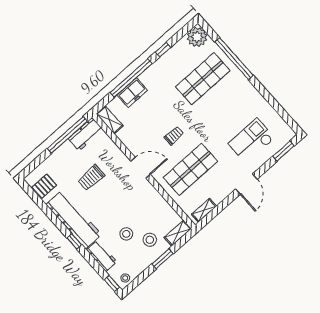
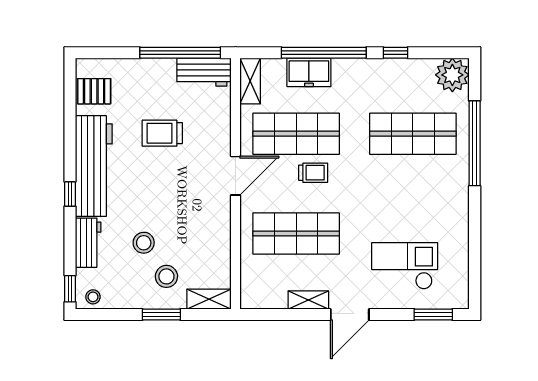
shop shelf: (151, 125) -> (296, 134), added
door: (141, 168) -> (236, 176), hinge flipped
shelving: (204, 210) -> (308, 300), moved

